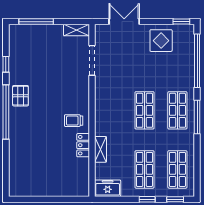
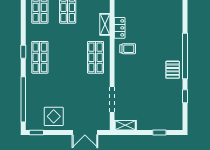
window: (36, 22) -> (159, 132), width x0.46
shop shelf: (145, 110) -> (95, 57), moved
window: (197, 117) -> (23, 52), width x0.46

